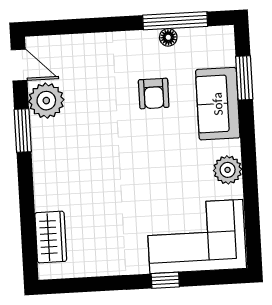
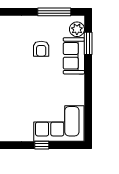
floor lamp: (168, 37) -> (50, 20), removed
plant: (228, 170) -> (77, 29), moved

